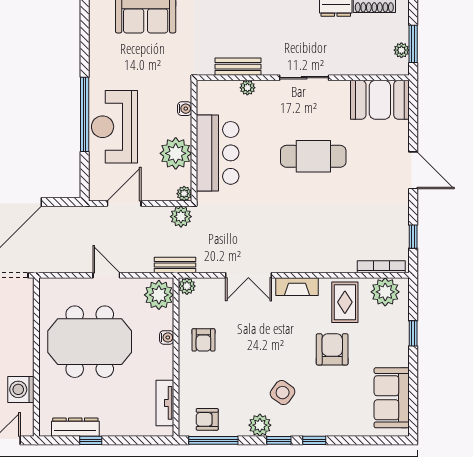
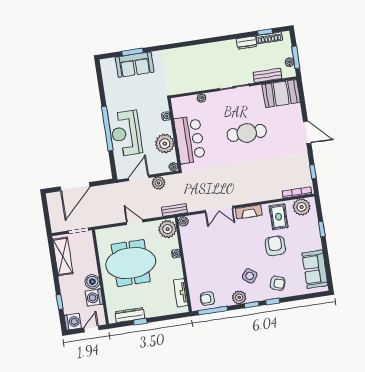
bench: (238, 67) -> (267, 75), moved
plant: (181, 217) -> (159, 183), moved
armchair: (203, 340) -> (278, 283), moved, turned -70
boiler: (22, 363) -> (92, 282), added

